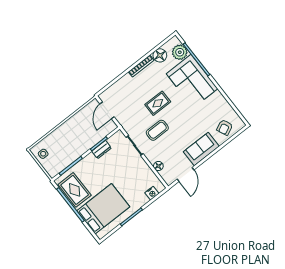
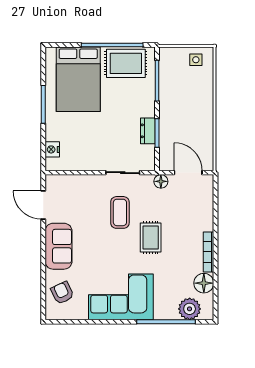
corner sofa: (192, 81) -> (121, 297), moved
floor lamp: (158, 166) -> (161, 181), moved

